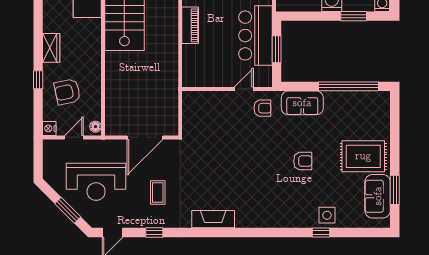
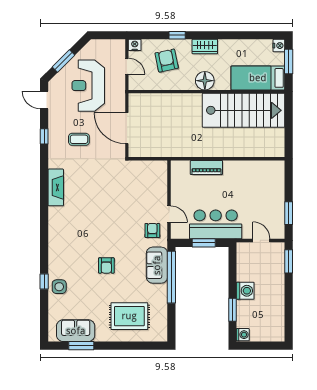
piano: (190, 25) -> (206, 168), moved
window: (349, 86) -> (171, 277), moved
armchair: (262, 108) -> (152, 230), turned 180
floor lamp: (95, 127) -> (205, 81), moved, width x1.89, depth x1.89
rug: (363, 156) -> (129, 316), moved, turned 90

